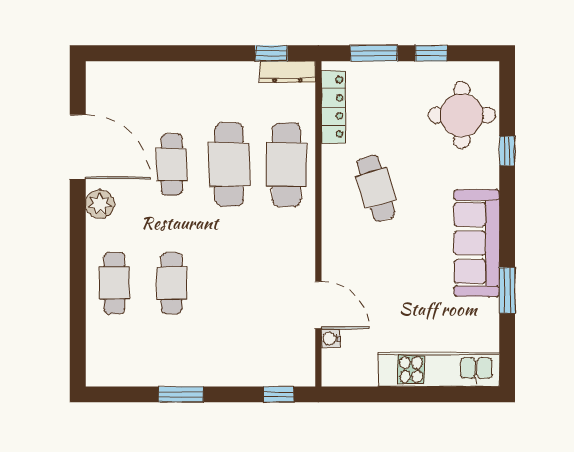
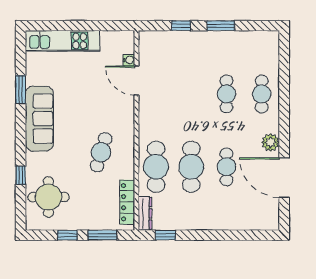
dresser: (288, 72) -> (145, 213), moved, turned 90
cafe table: (376, 188) -> (101, 152), turned 34
window: (279, 394) -> (181, 26), moved

